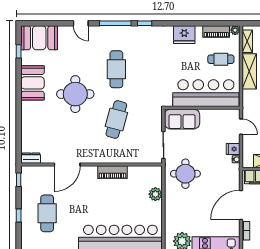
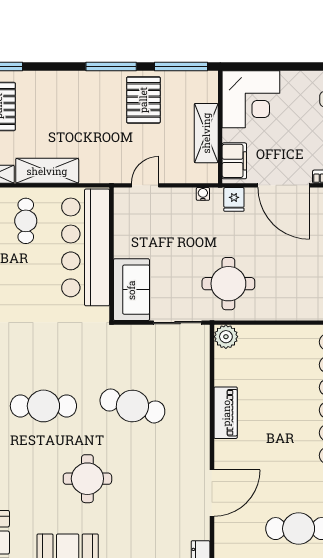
round table: (75, 94) -> (87, 479), width x0.73, depth x0.73
fridge: (233, 149) -> (234, 199), moved
door: (67, 164) -> (212, 493), hinge flipped
plant: (155, 194) -> (226, 337), moved

